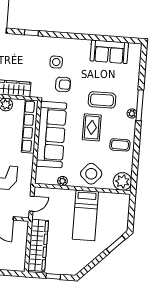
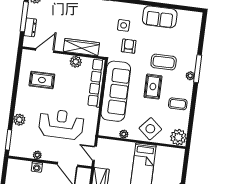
sofa: (109, 52) -> (160, 17), moved
armchair: (63, 84) -> (129, 46), turned -90
door: (32, 204) -> (95, 153), swing flipped

